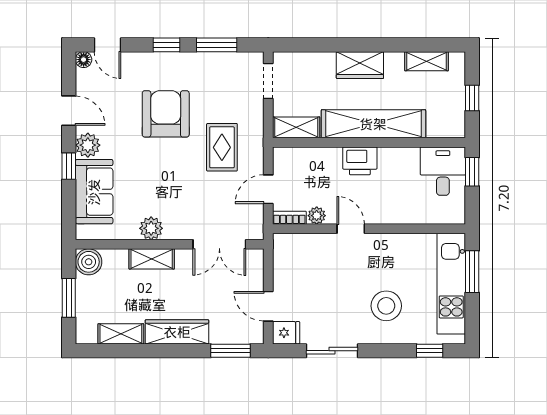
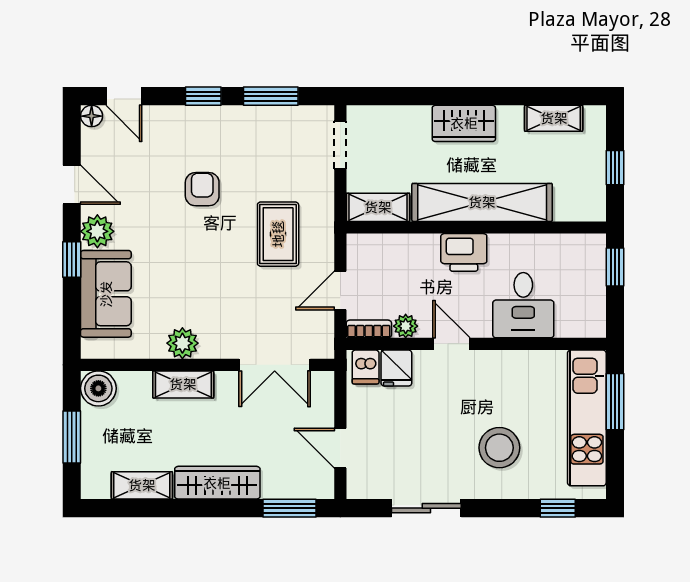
armchair: (166, 114) -> (202, 189), width x0.53, depth x0.53
desk: (443, 171) -> (523, 305), moved, turned 180
dishwasher: (287, 246) -> (366, 367), added
fridge: (286, 333) -> (396, 368), moved, turned 90

